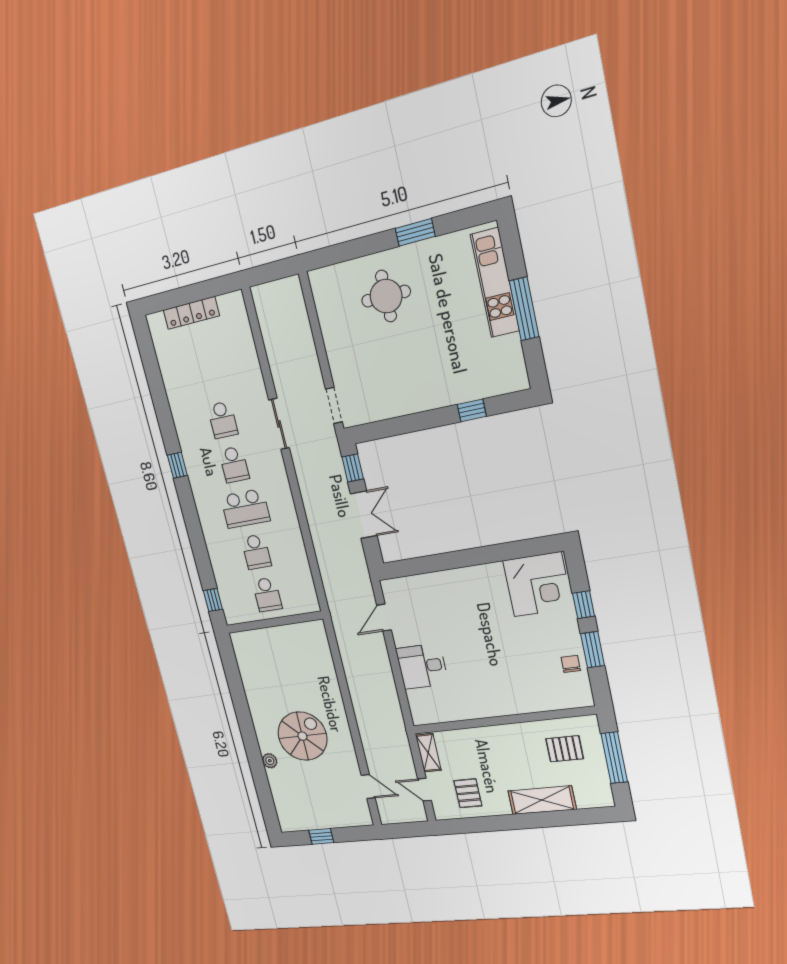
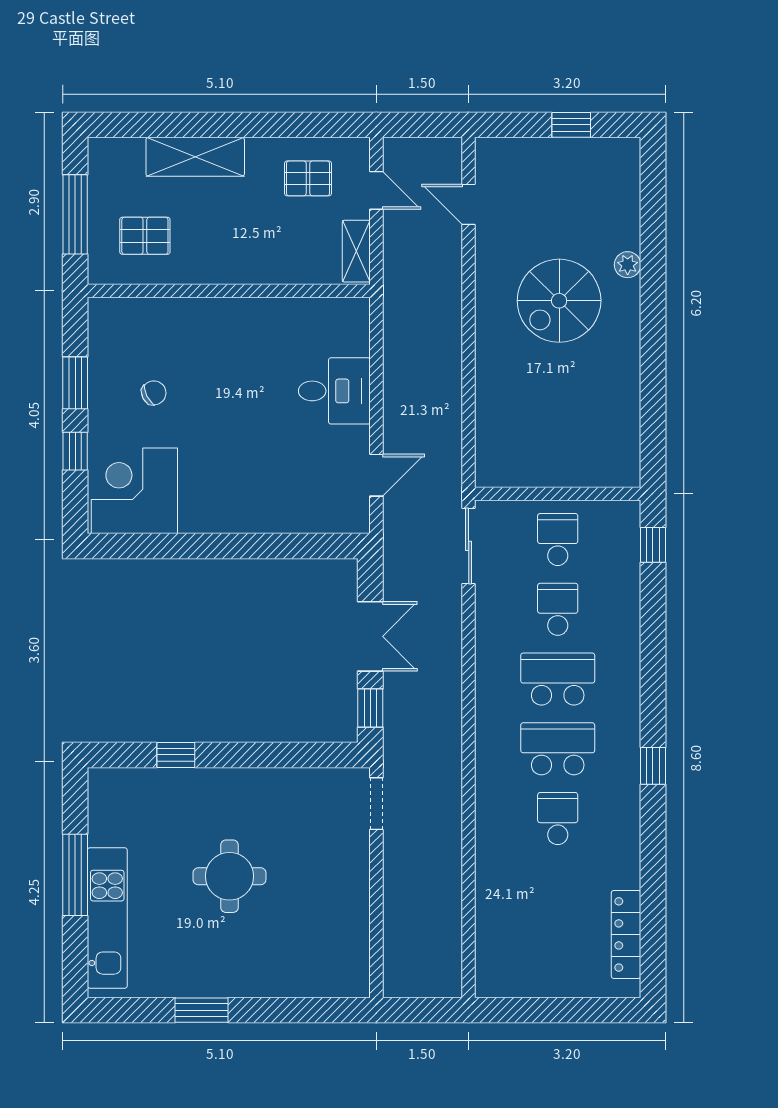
round table: (386, 296) -> (229, 876), moved
locker: (191, 313) -> (626, 934), moved, turned -90
sliding door: (279, 424) -> (469, 546), moved
school desk: (234, 465) -> (558, 749), width x1.85
double door: (364, 515) -> (370, 636), swing flipped
chair: (571, 664) -> (154, 393), moved, turned -117
pallet: (468, 793) -> (308, 178), turned 90

